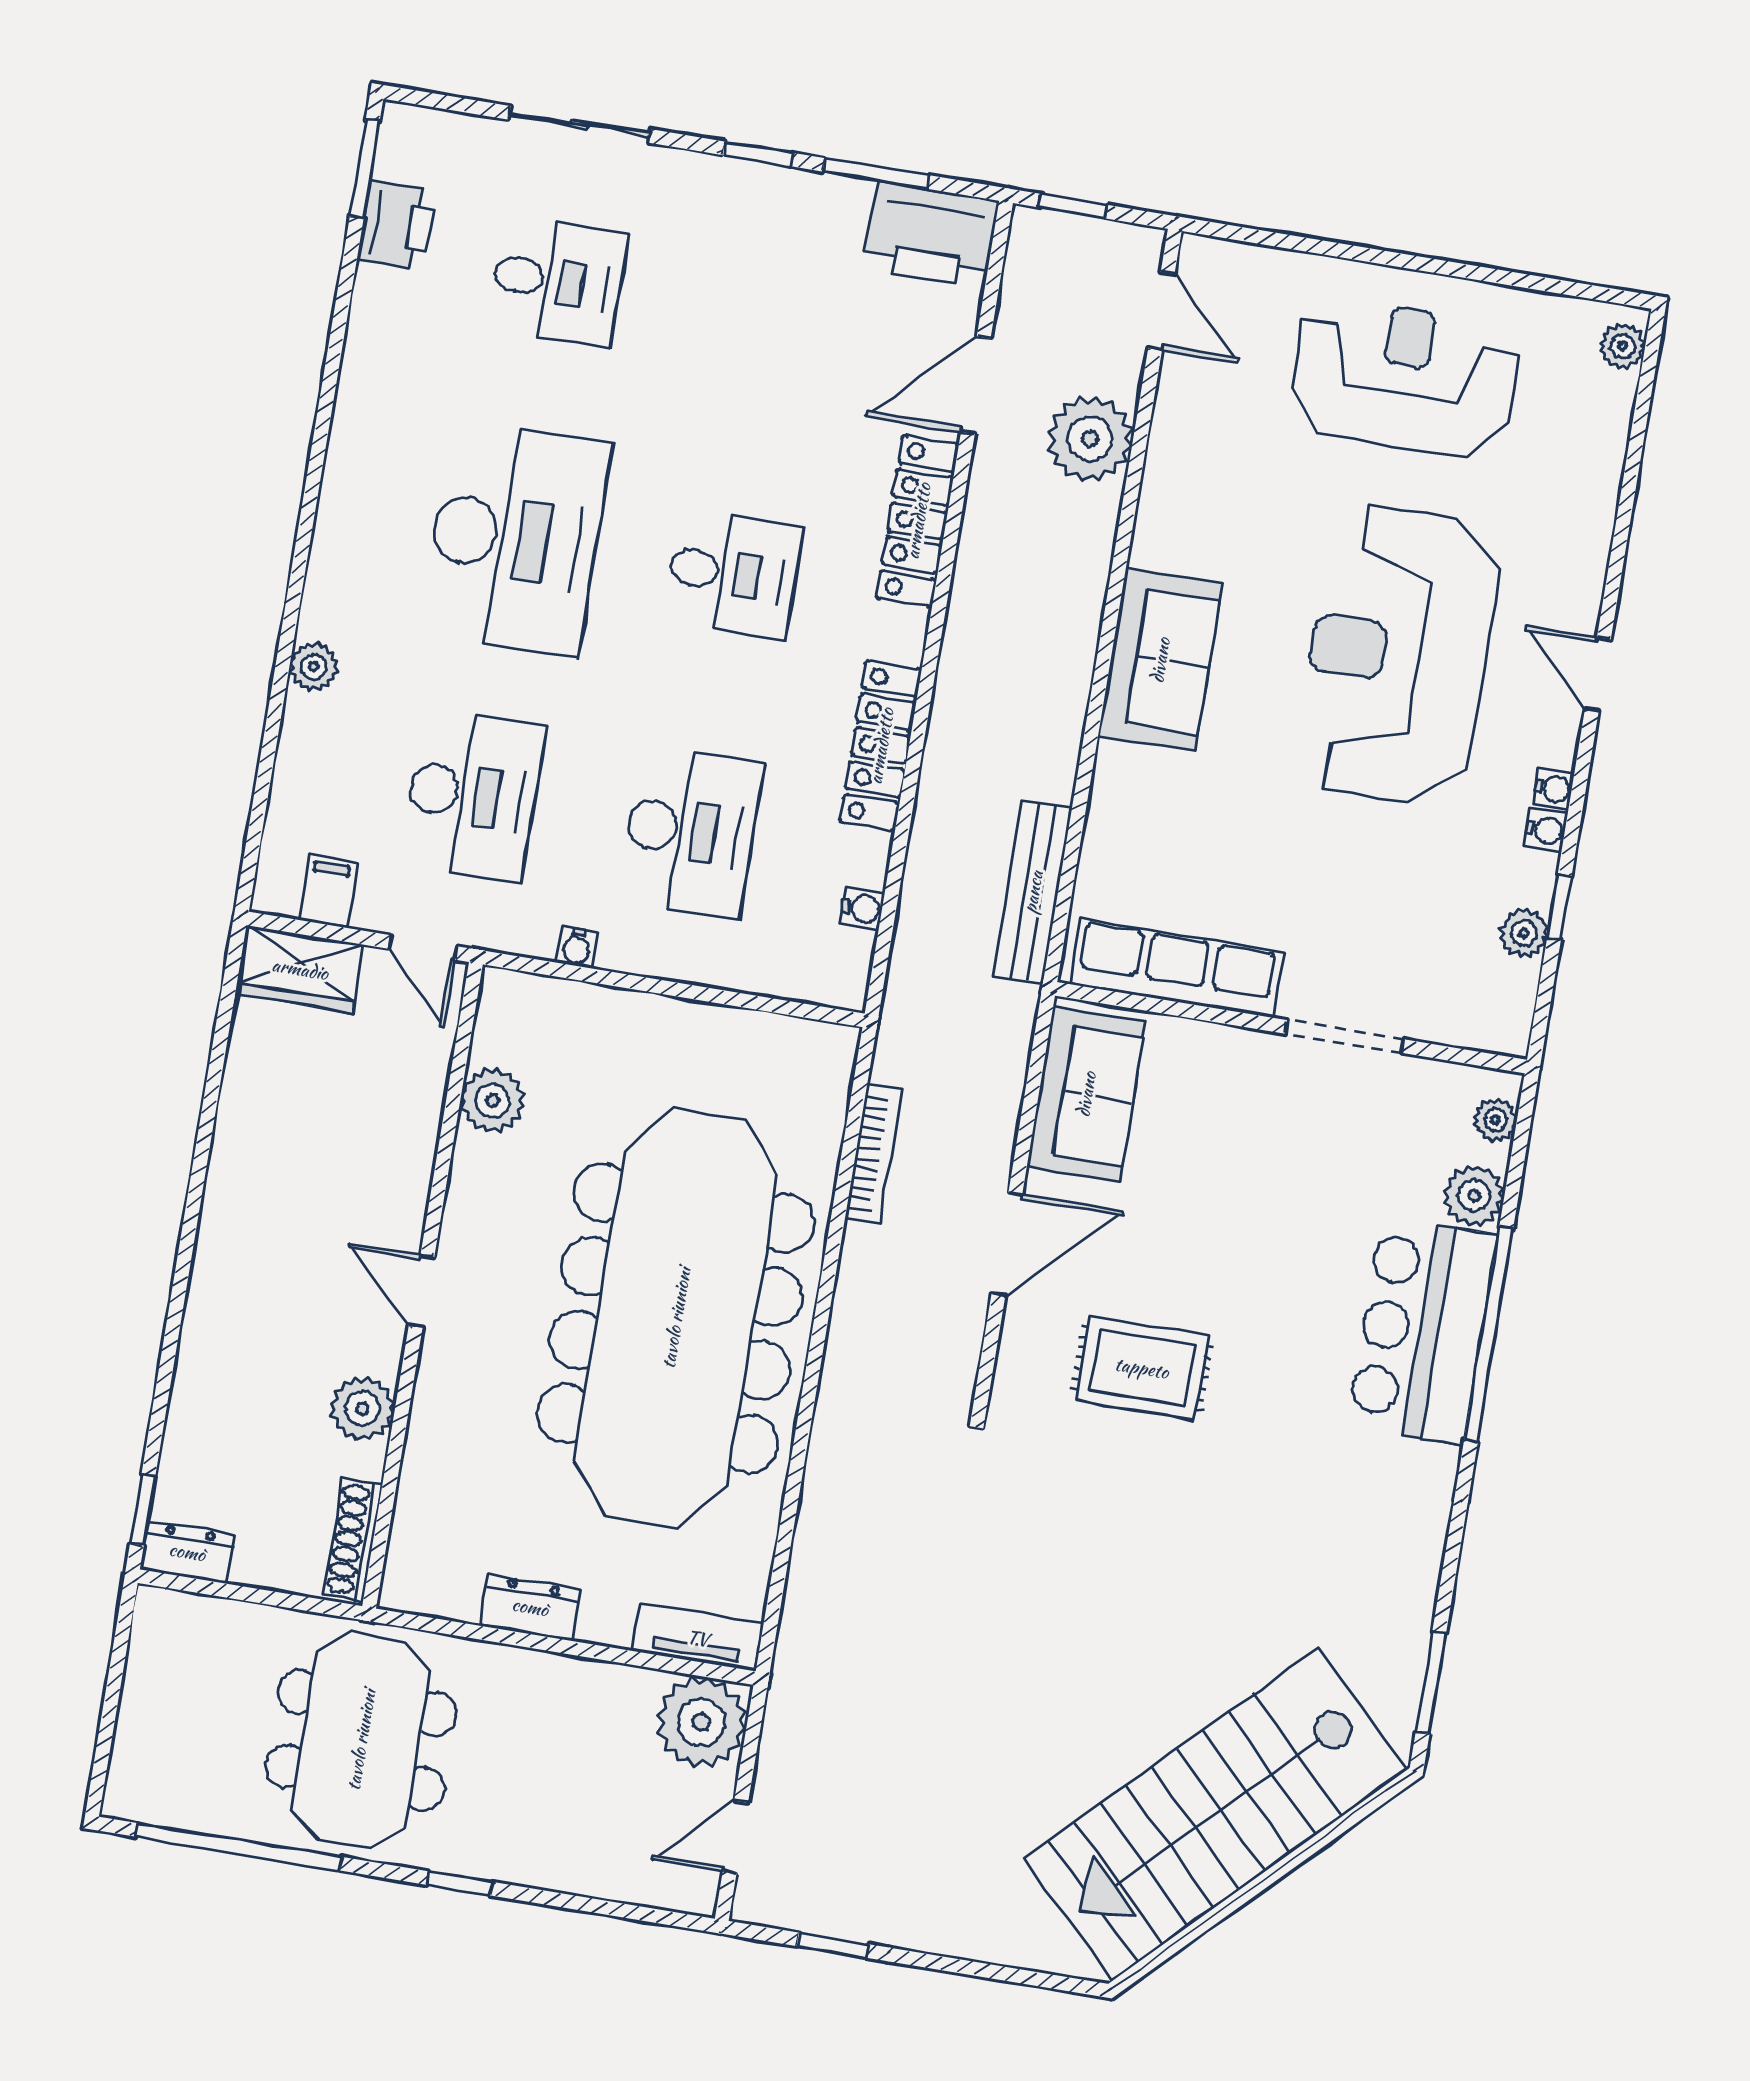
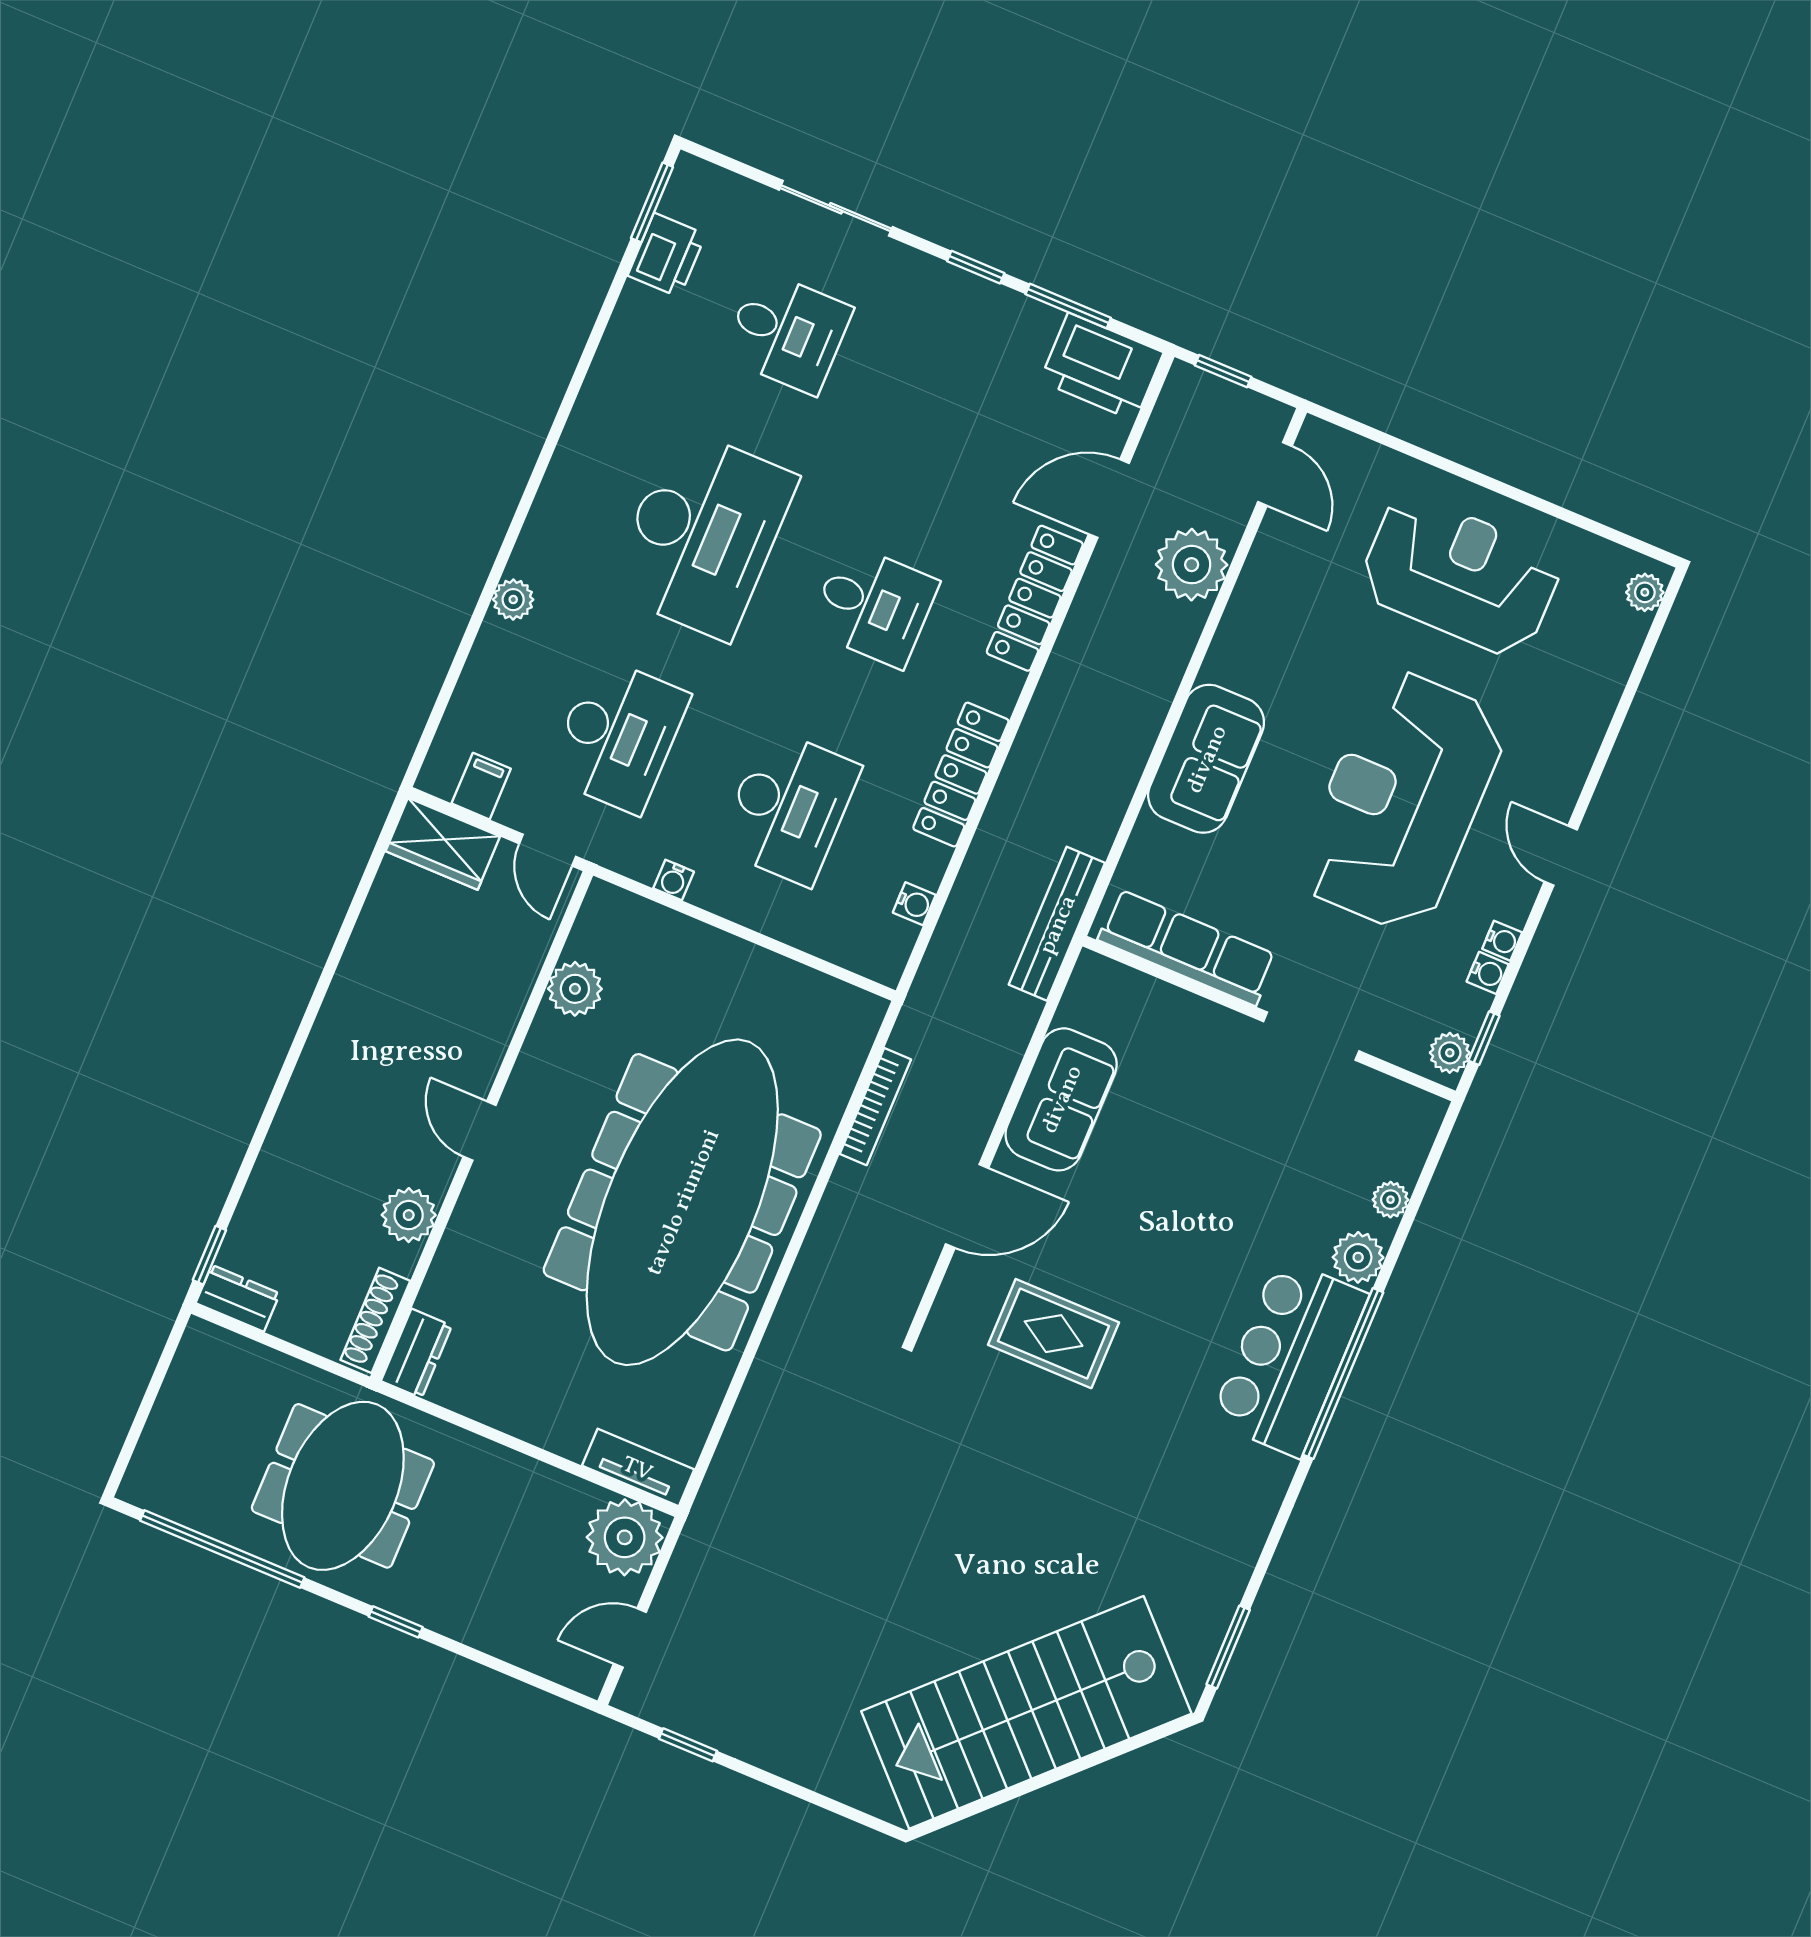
row of seats: (1176, 968) -> (1187, 948), moved
wall: (1291, 1028) -> (1269, 1019), moved
doorway: (1345, 1037) -> (1311, 1036), moved
dresser: (530, 1607) -> (416, 1353), moved, turned 90

